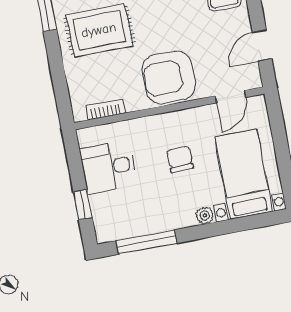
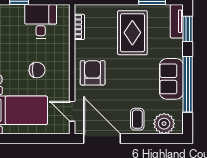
door: (262, 45) -> (102, 139), width x1.88
armchair: (169, 77) -> (93, 73), width x0.73, depth x0.73

